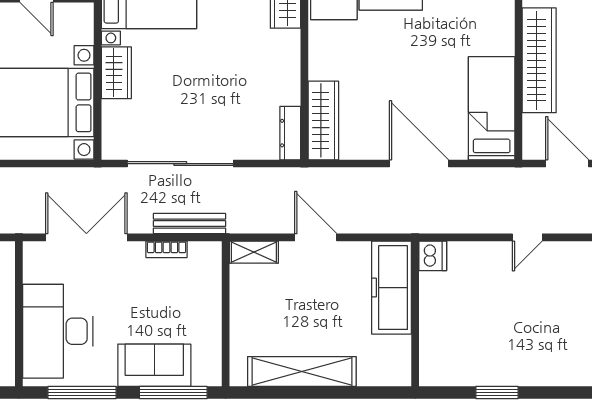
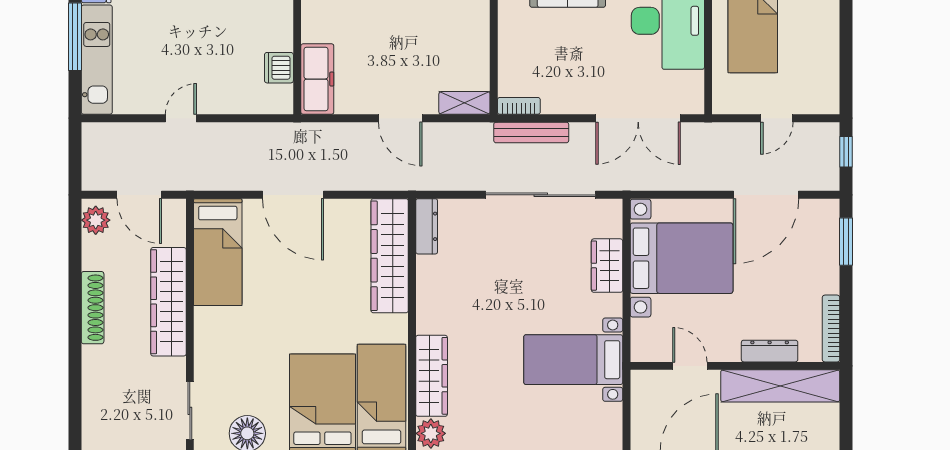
wardrobe: (116, 73) -> (607, 266), moved
wardrobe: (323, 120) -> (390, 256), width x1.40, depth x1.17
bookcase: (167, 249) -> (519, 106), moved
dishwasher: (433, 256) -> (279, 68), moved
freezer: (392, 288) -> (317, 79), width x0.73, depth x0.79

